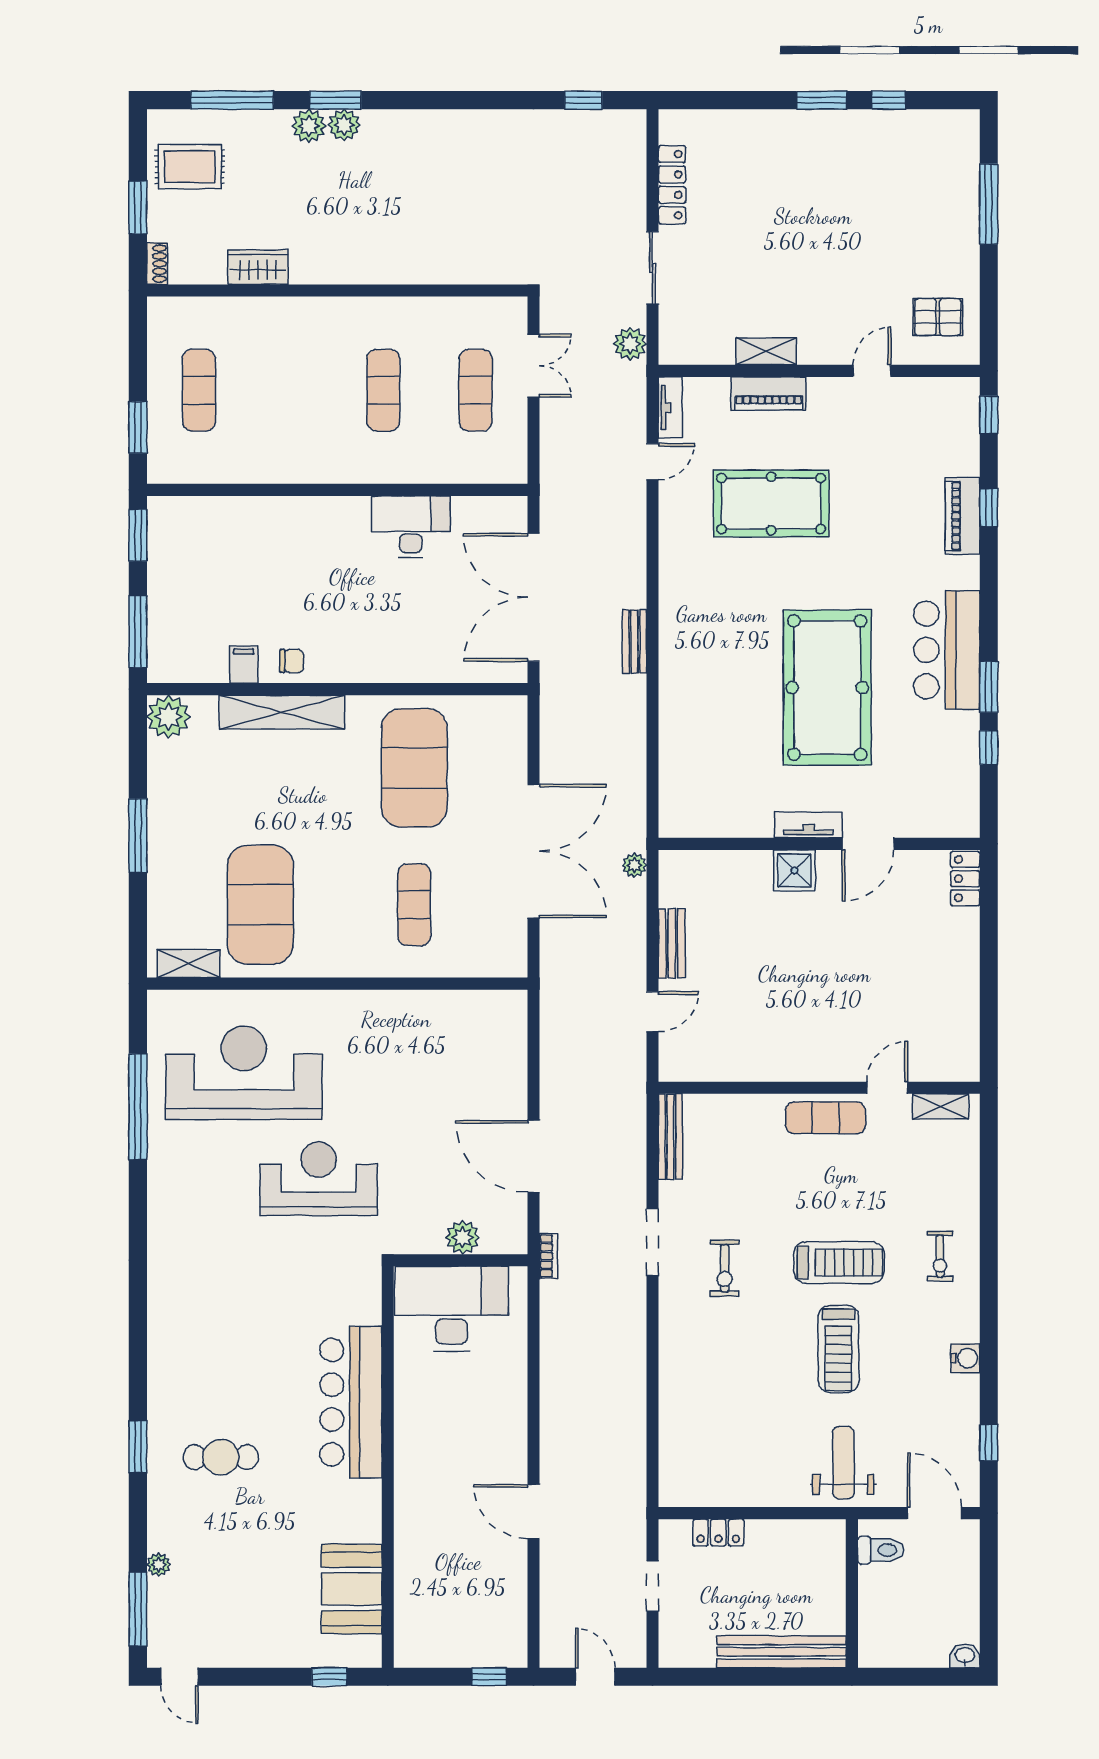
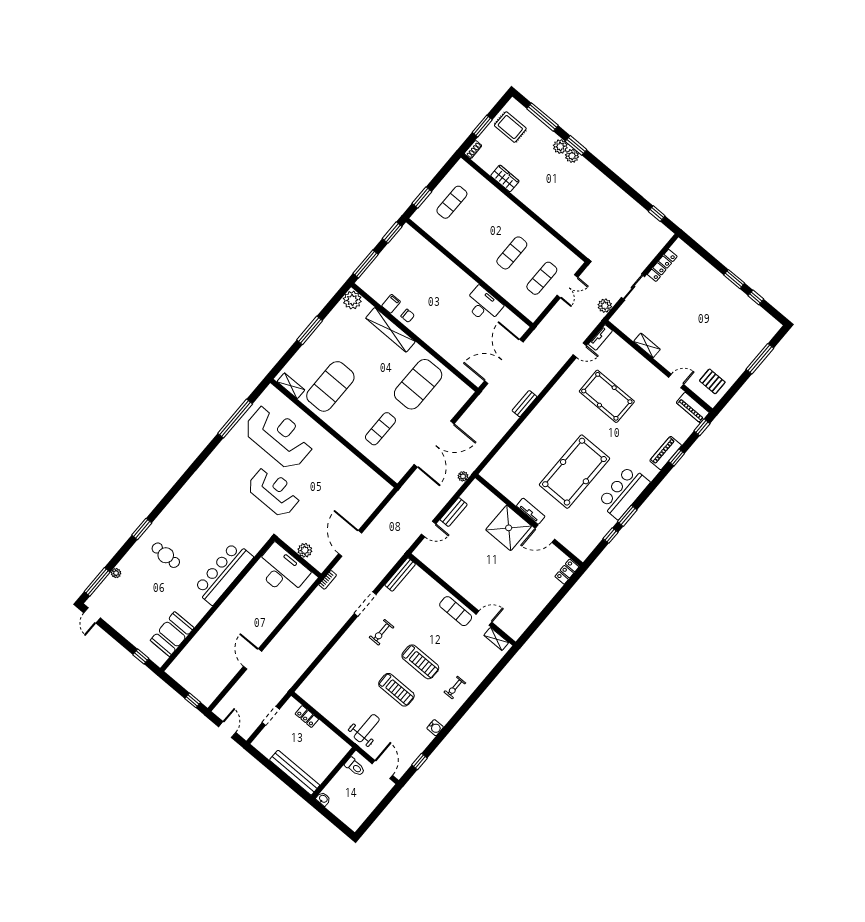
piano: (769, 394) -> (693, 408), moved
shower: (794, 870) -> (509, 528), width x1.86, depth x1.86
treadmill: (838, 1349) -> (396, 690), turned -90
washbasin: (965, 1656) -> (323, 799), moved

